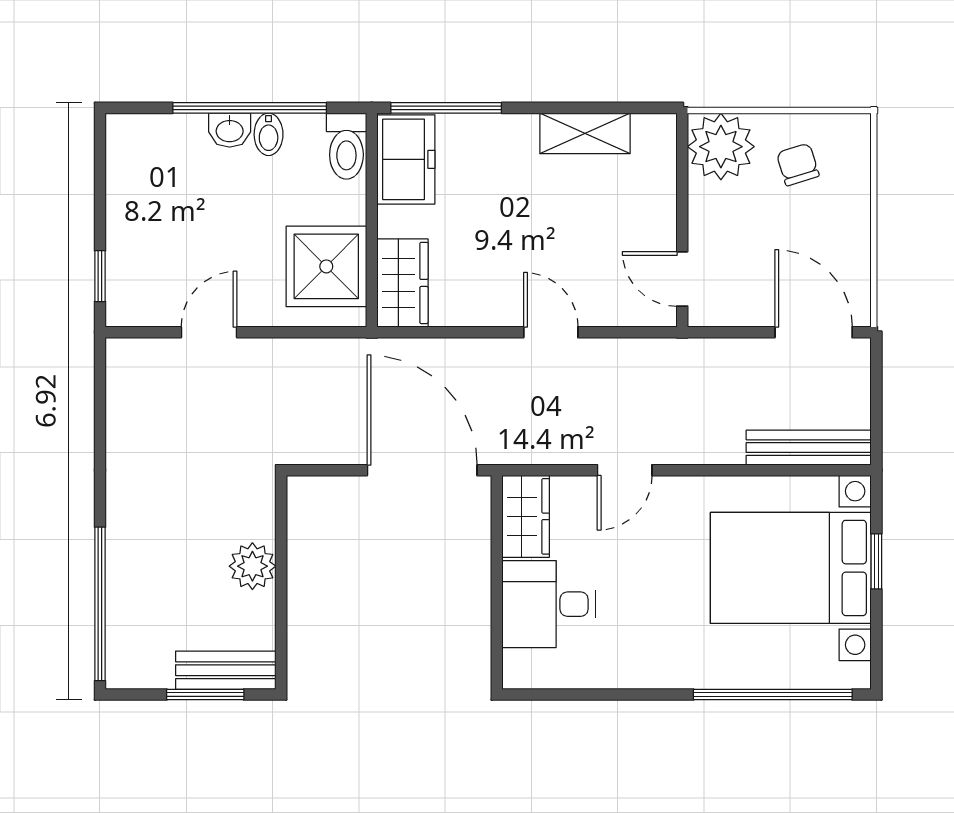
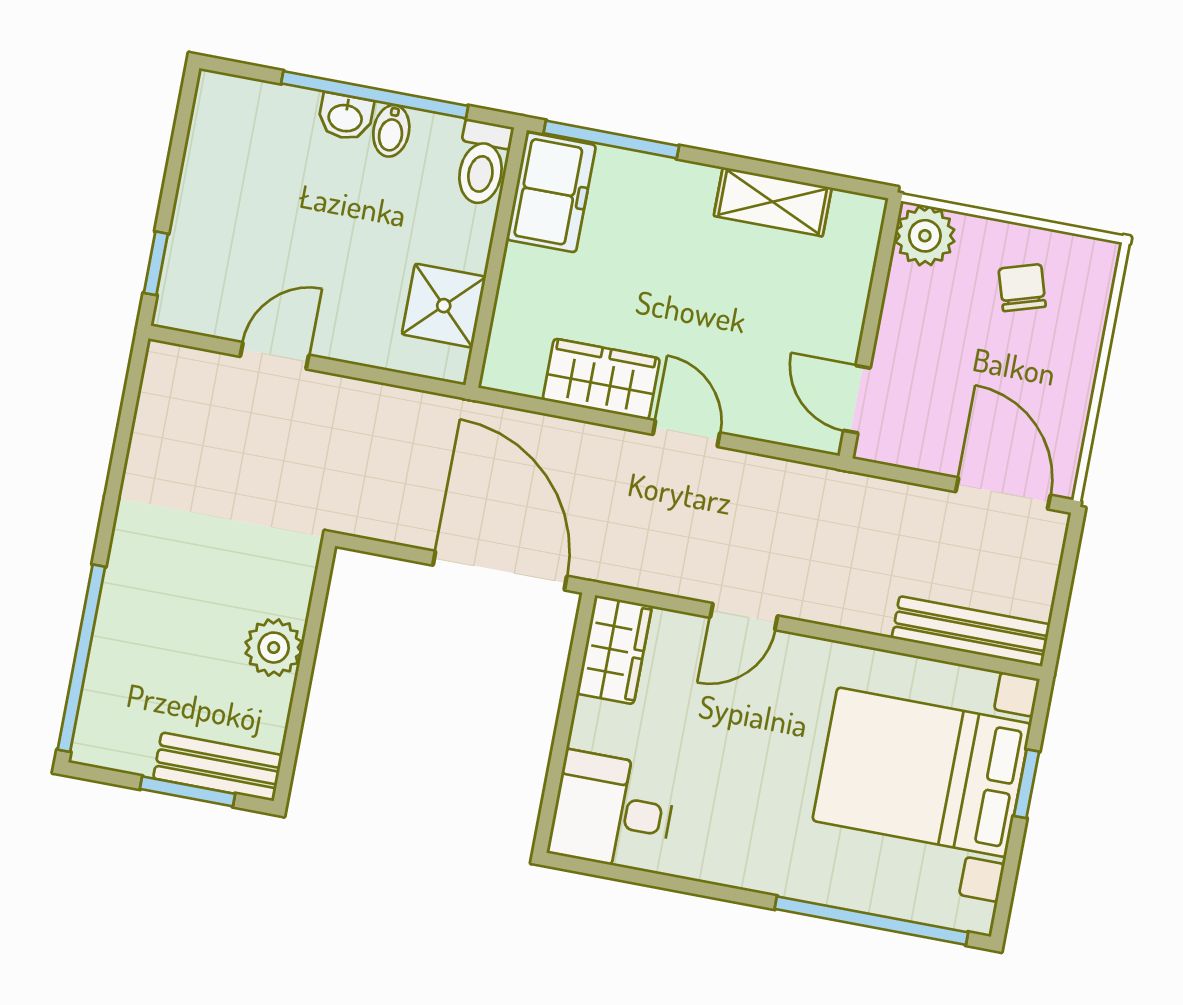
plant: (721, 147) -> (925, 236), width x0.73, depth x0.73
shower: (326, 266) -> (444, 306), width x0.73, depth x0.73
wardrobe: (402, 283) -> (601, 379), moved, turned -90
desk: (549, 604) -> (612, 811), moved

